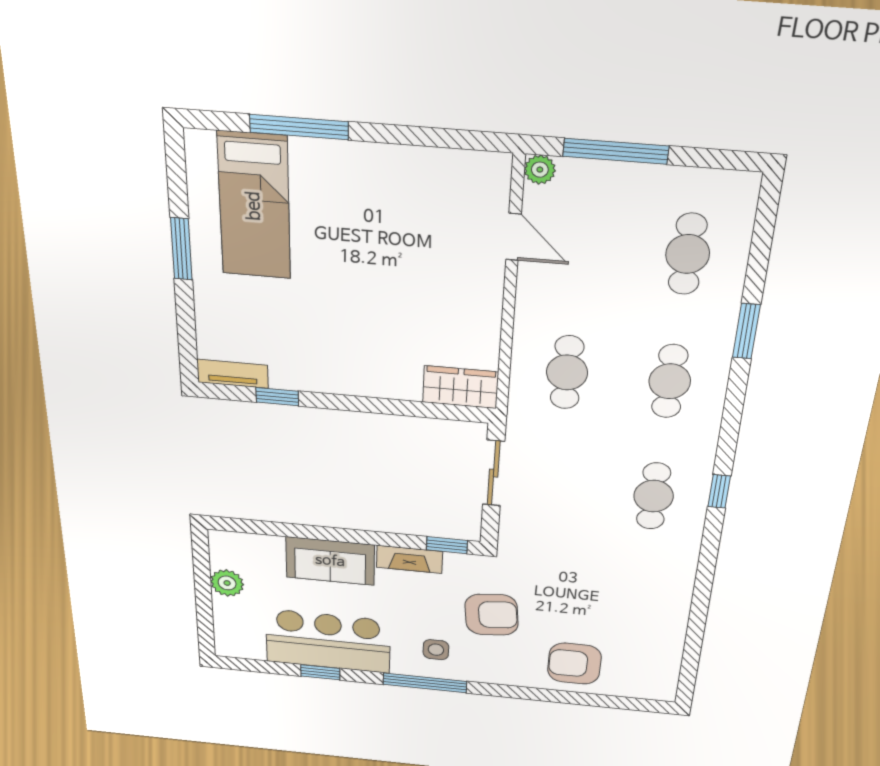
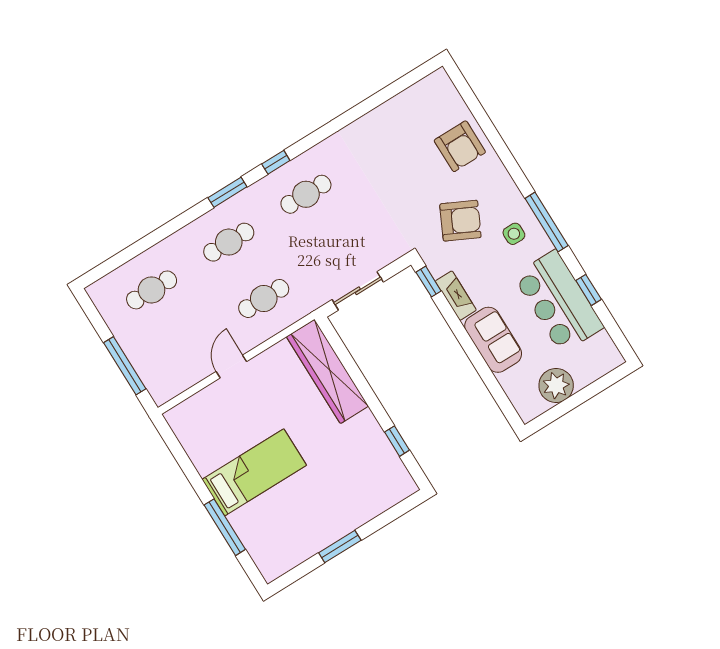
plant: (540, 170) -> (161, 395), removed
bed: (254, 206) -> (254, 472), moved
door: (514, 237) -> (231, 367), moved
window: (746, 331) -> (227, 192), moved
tv unit: (233, 374) -> (400, 474), removed
wardrobe: (460, 387) -> (327, 371), width x2.10, depth x1.17
plant: (227, 583) -> (556, 385), width x1.36, depth x1.36
armchair: (492, 615) -> (460, 221), turned 122

